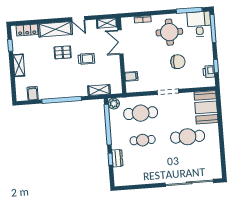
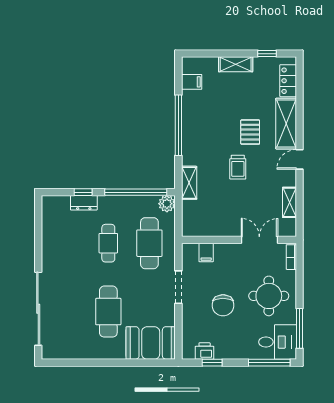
double door: (120, 42) -> (259, 240), moved
wall: (121, 55) -> (239, 240), moved
filing cabinet: (131, 76) -> (206, 253), moved

